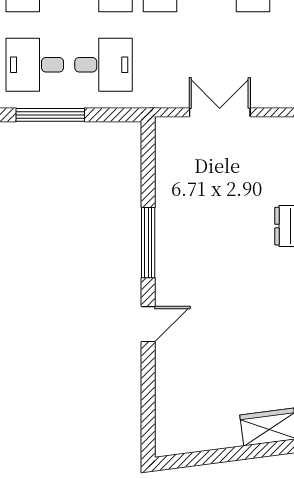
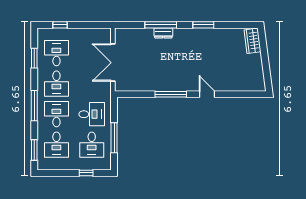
desk: (103, 65) -> (92, 114), turned 90
double door: (220, 112) -> (113, 63), width x1.37

